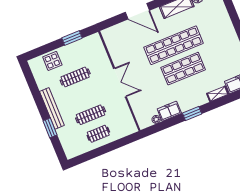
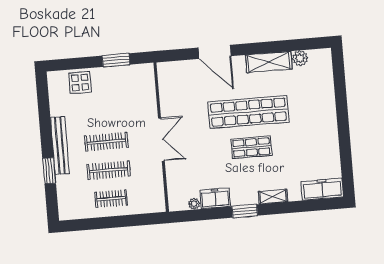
shop shelf: (183, 69) -> (251, 147), width x0.70, depth x0.74
clothes rail: (75, 77) -> (106, 142), moved
shelving: (218, 94) -> (273, 197), moved

